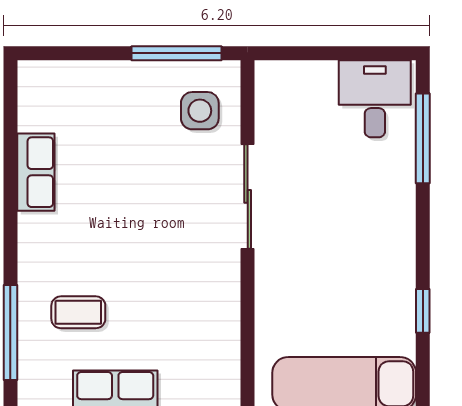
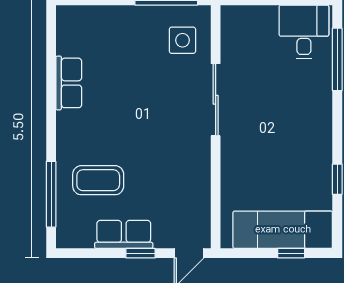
coffee table: (78, 312) -> (98, 180), width x1.36, depth x1.30

